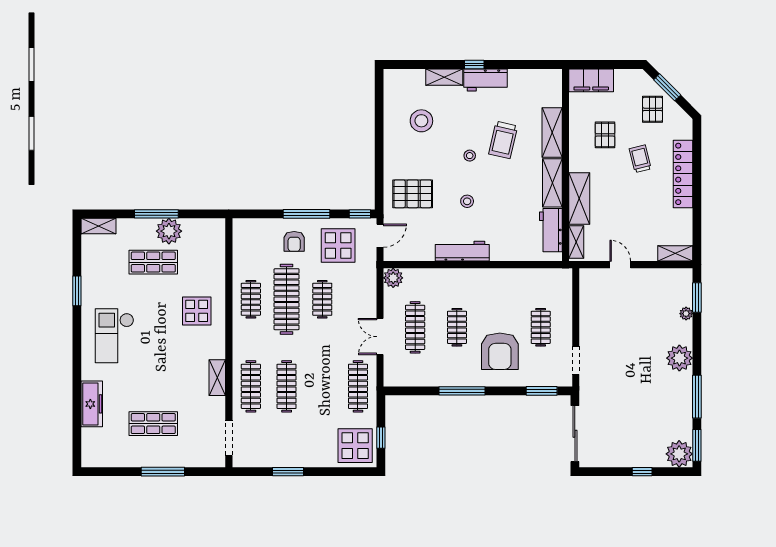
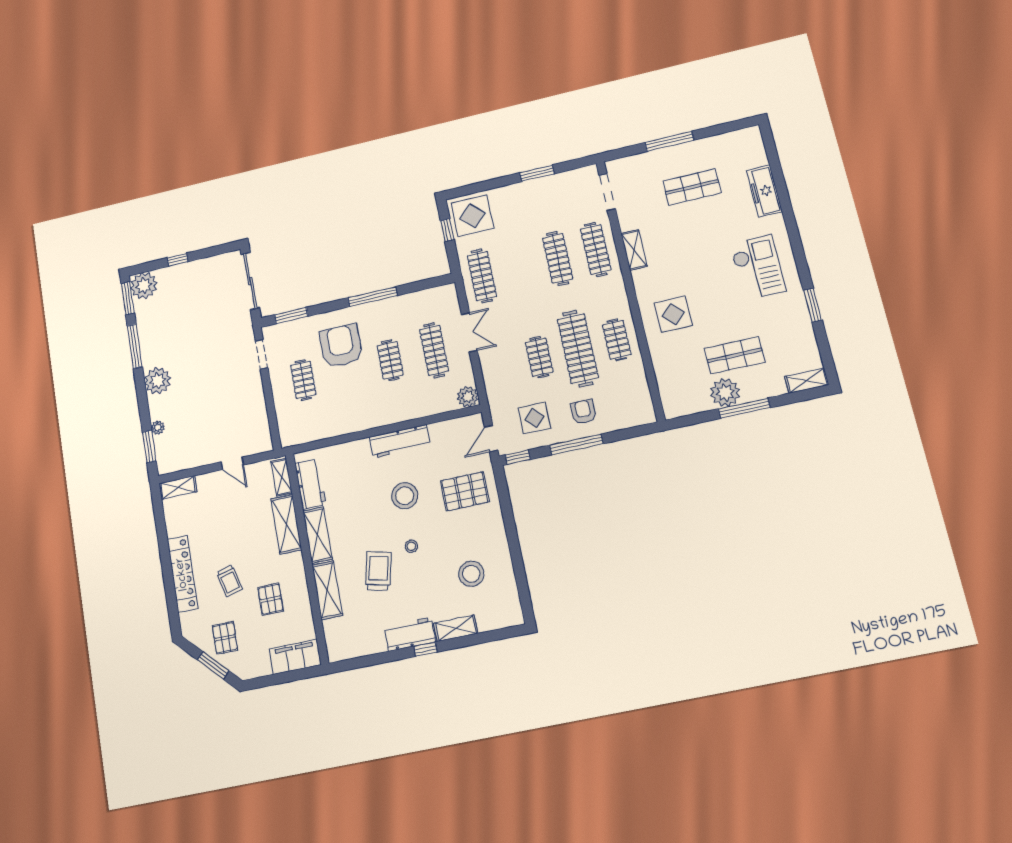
stool: (467, 201) -> (405, 496), width x1.89, depth x1.89
display table: (338, 245) -> (534, 418), width x0.73, depth x0.73

